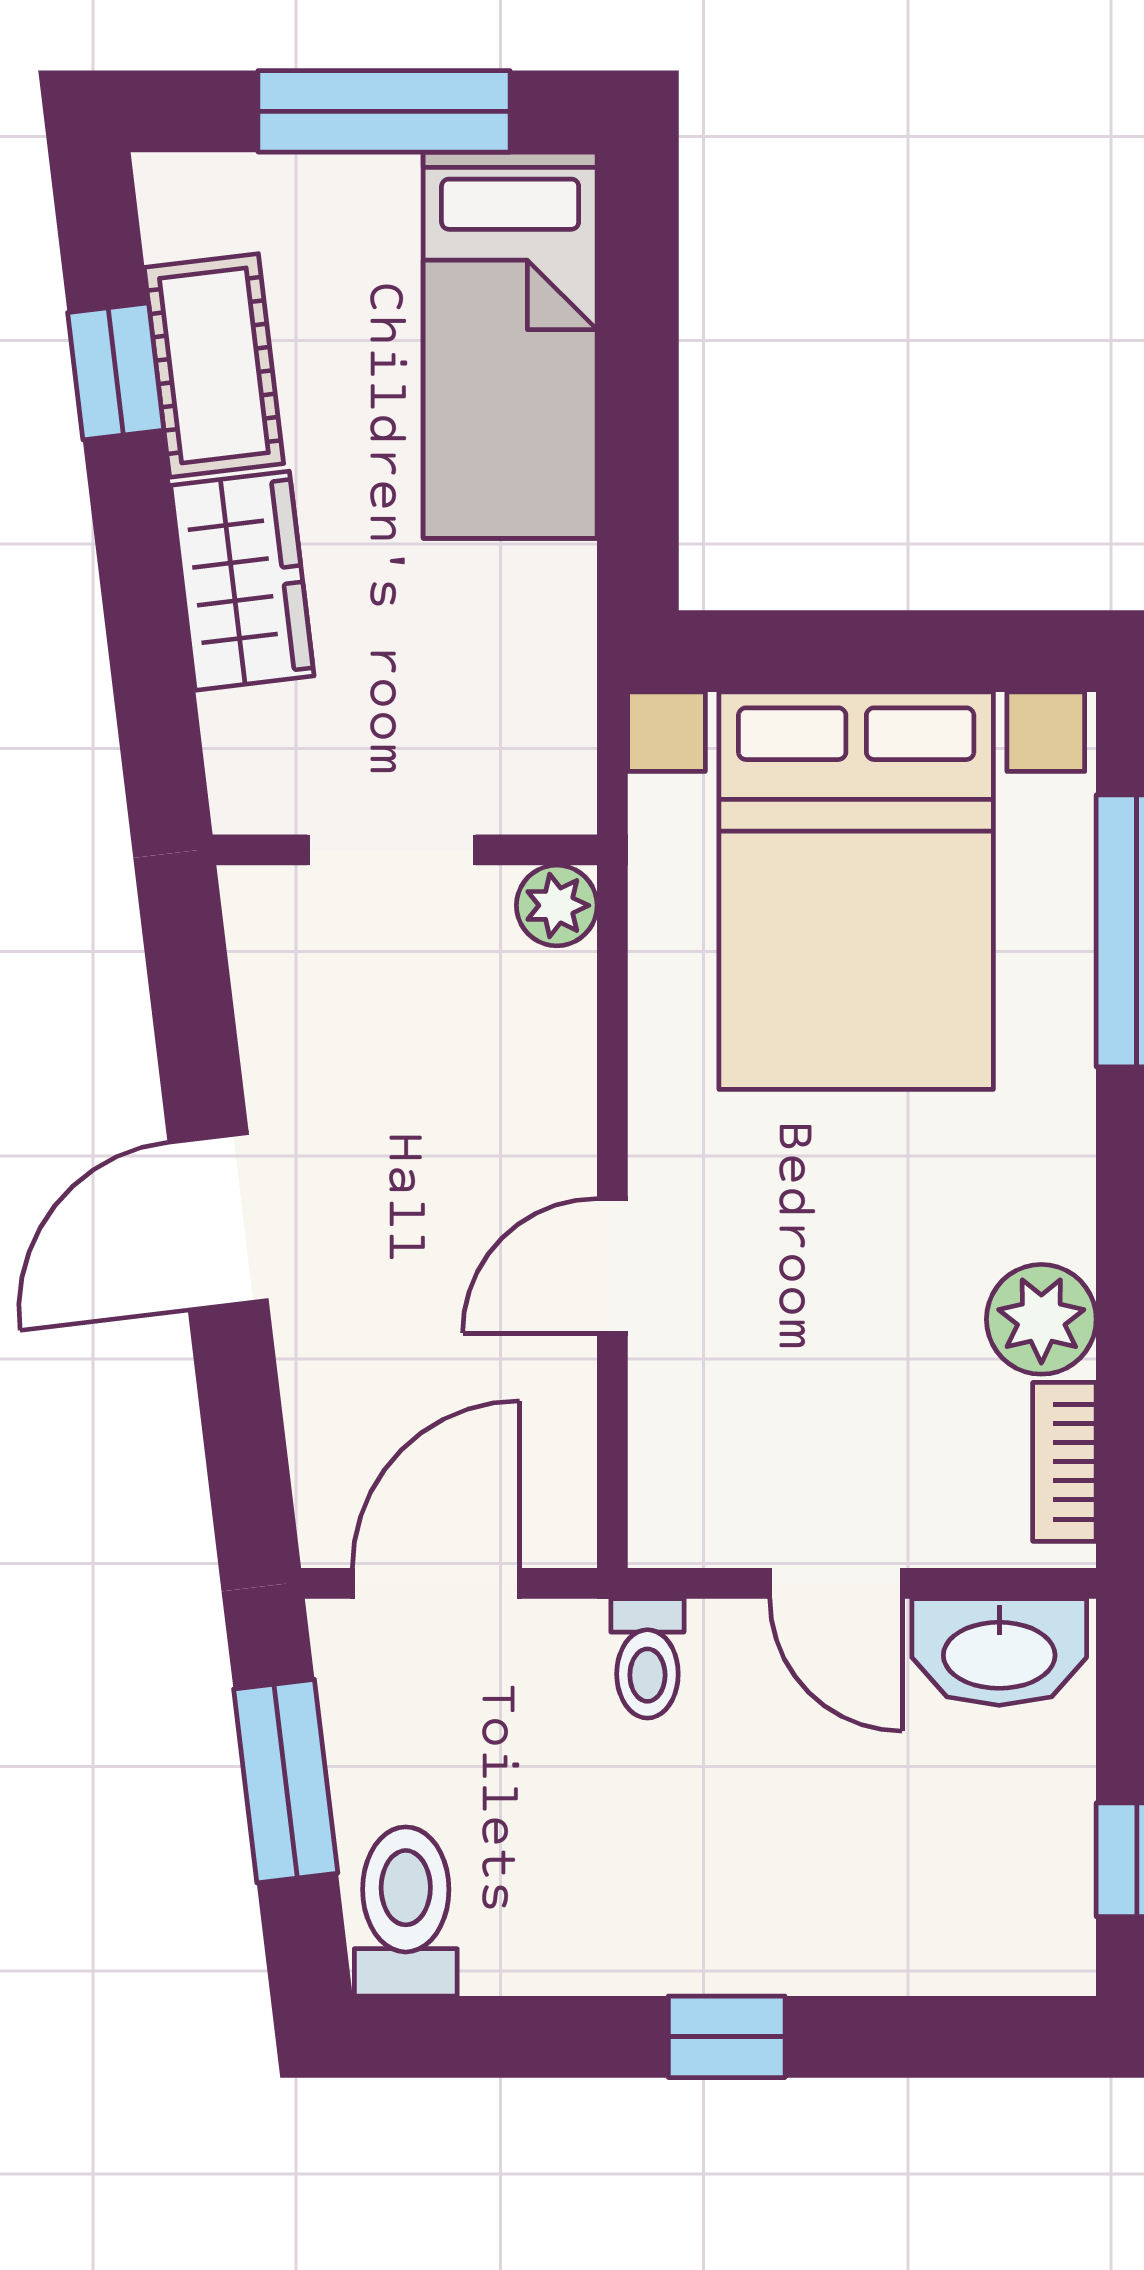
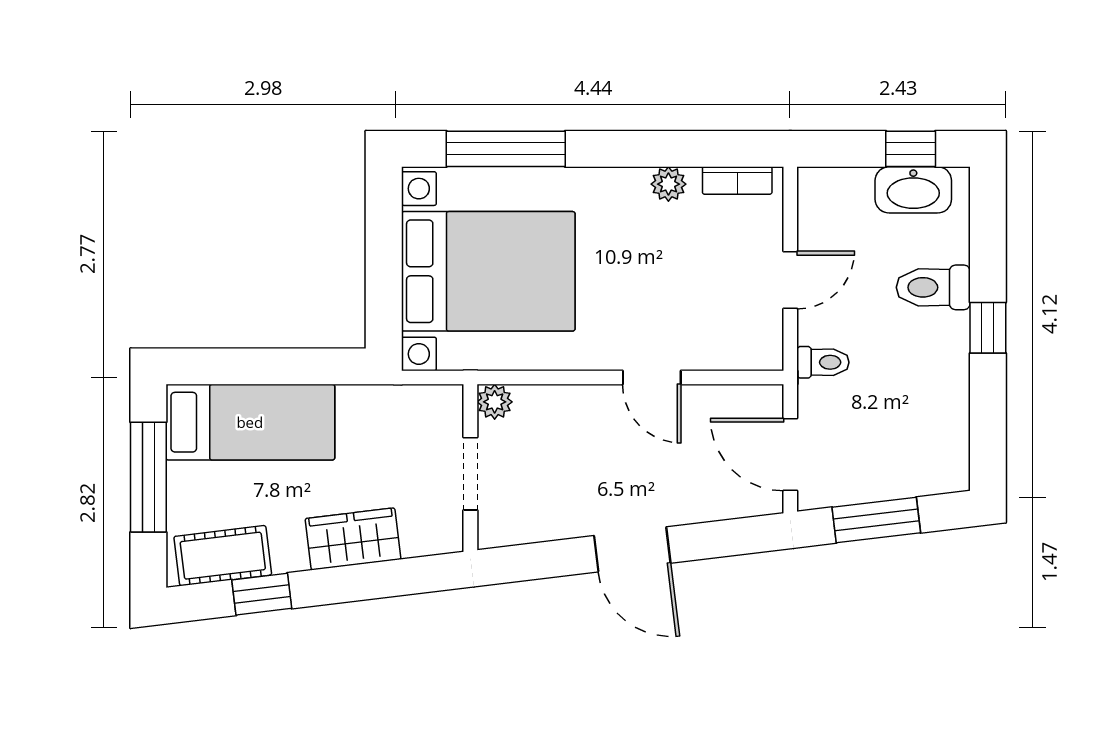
cot: (214, 365) -> (223, 556), moved
plant: (1041, 1319) -> (668, 184), width x0.73, depth x0.73
washbasin: (999, 1652) -> (913, 190), moved, turned 90
toilet: (406, 1911) -> (933, 287), moved

